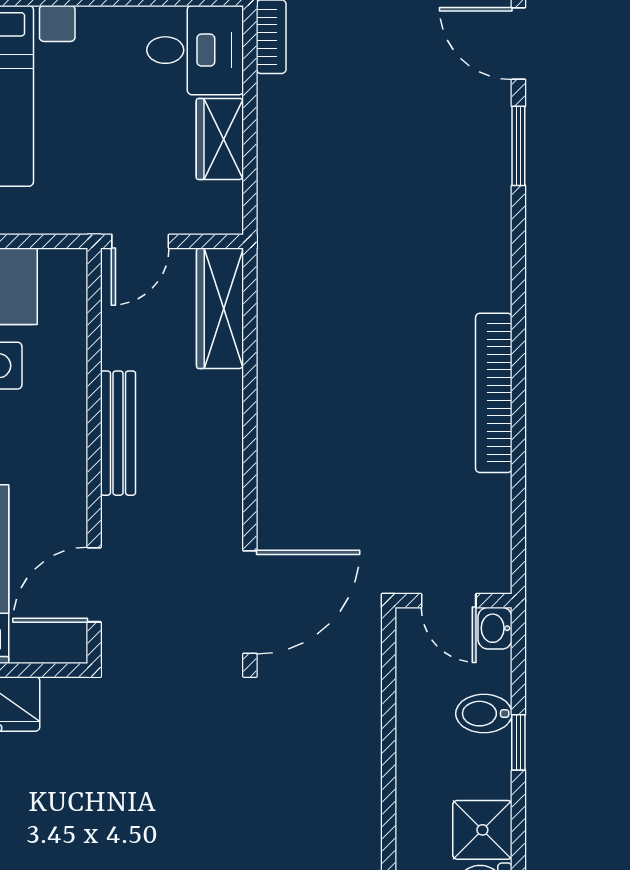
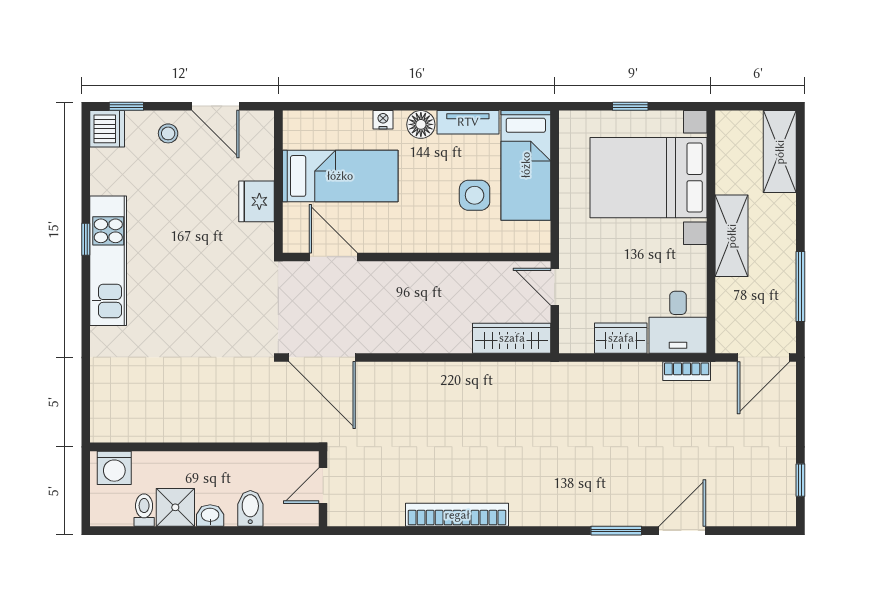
bench: (118, 433) -> (431, 272), removed
washbasin: (495, 628) -> (210, 515), moved
window: (518, 742) -> (232, 531), removed

